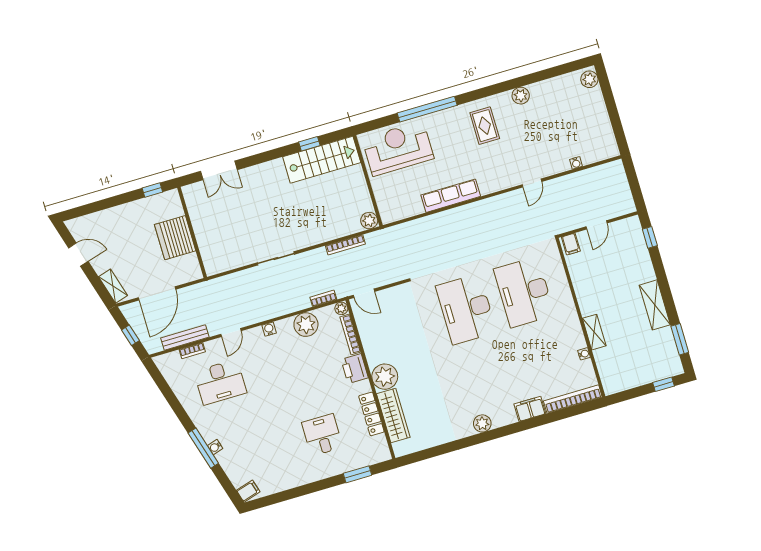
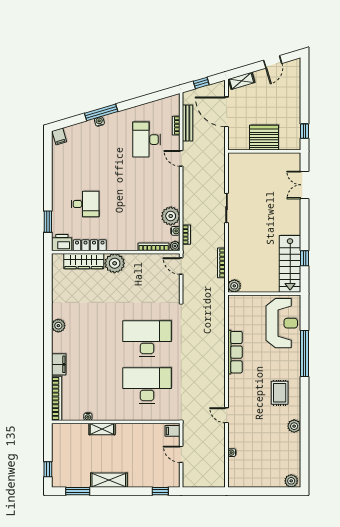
rug: (485, 126) -> (280, 393), turned 90
door: (364, 293) -> (181, 266), hinge flipped
water cooler: (269, 329) -> (175, 231), moved
printer: (355, 369) -> (62, 243), moved

